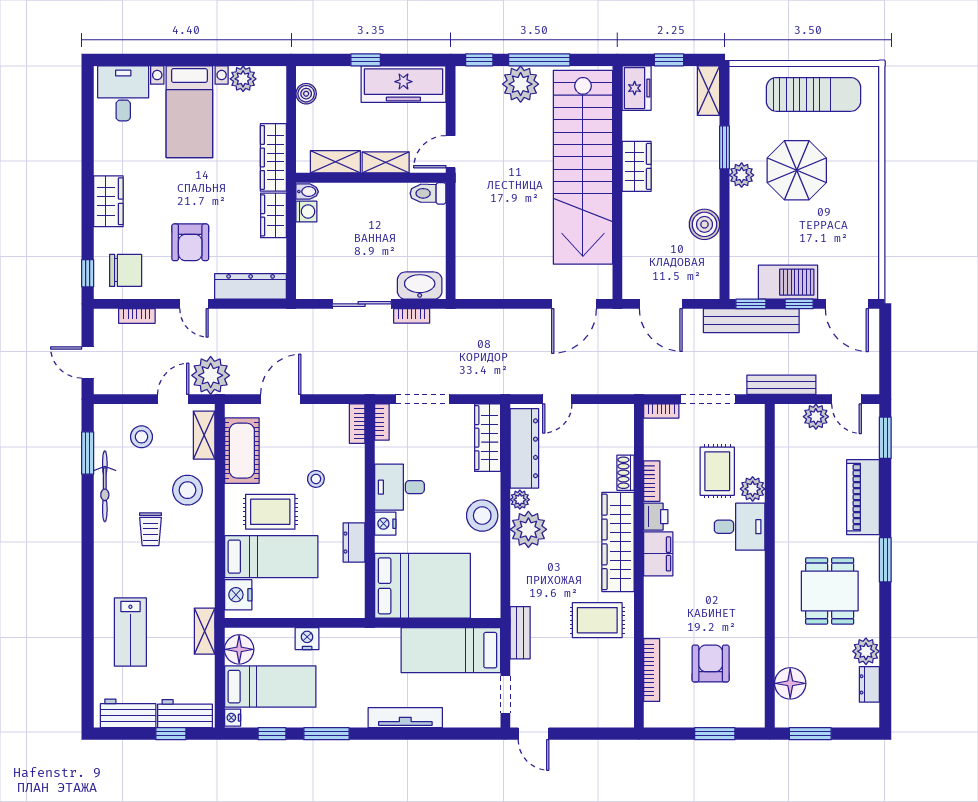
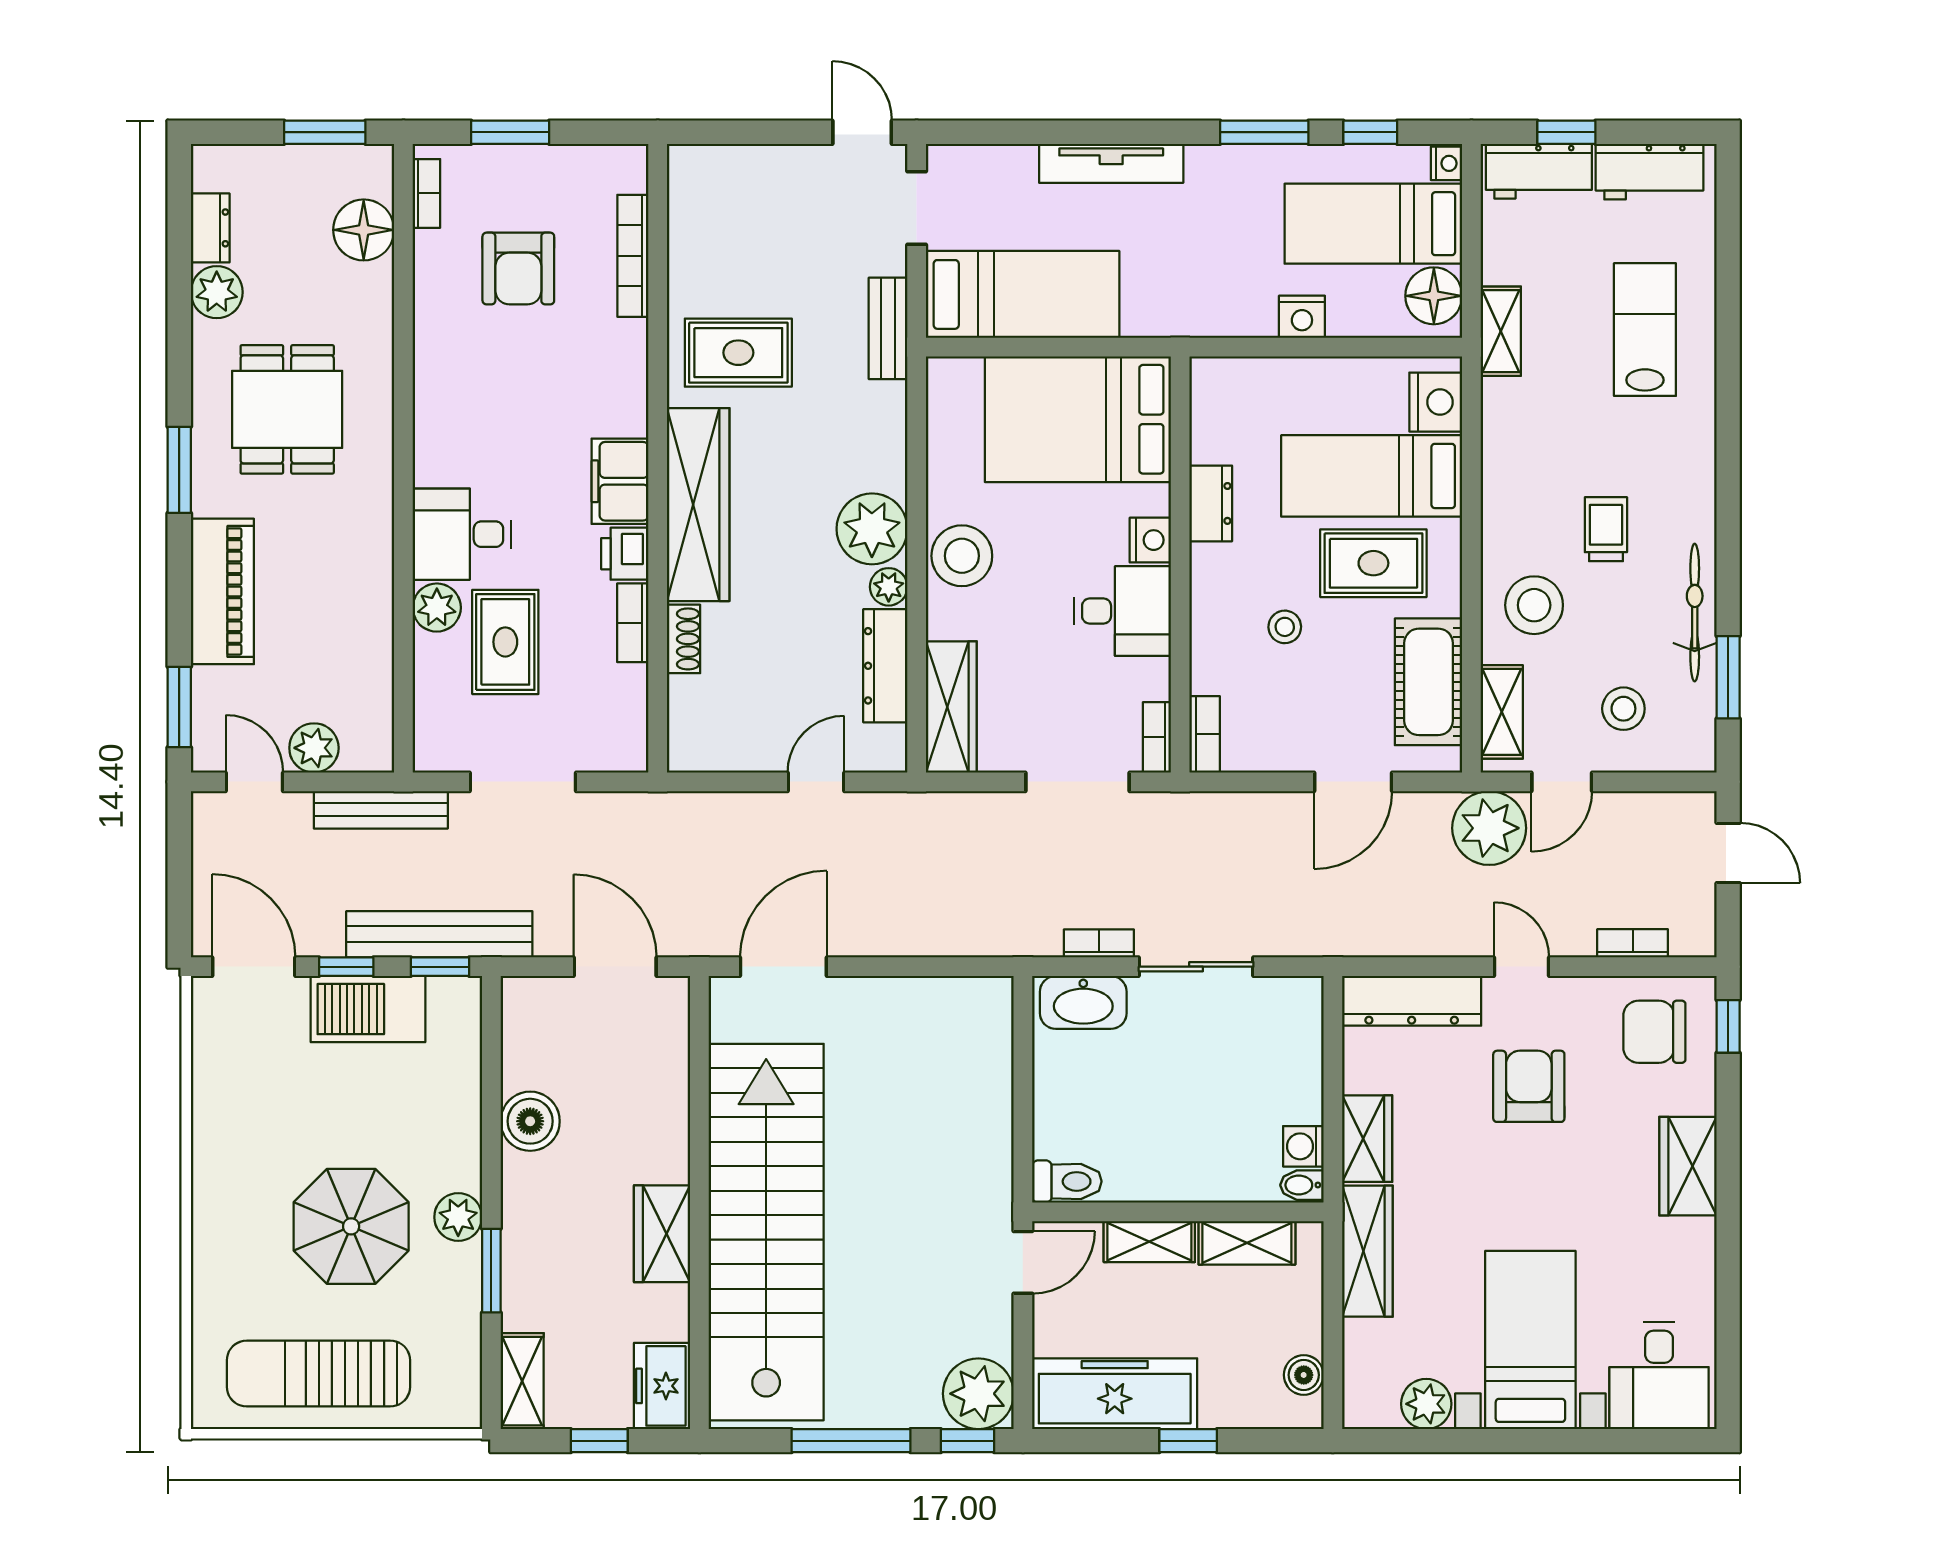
plant: (521, 84) -> (978, 1394), moved
bookcase: (661, 411) -> (426, 193), moved, turned 90
dresser: (524, 448) -> (885, 666), width x0.73, depth x0.80

